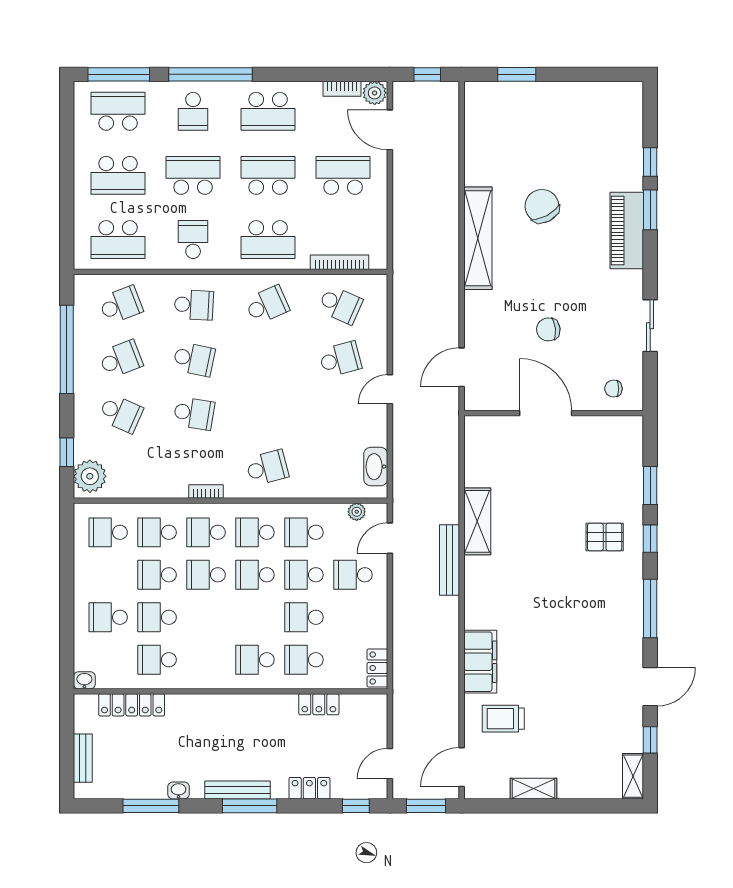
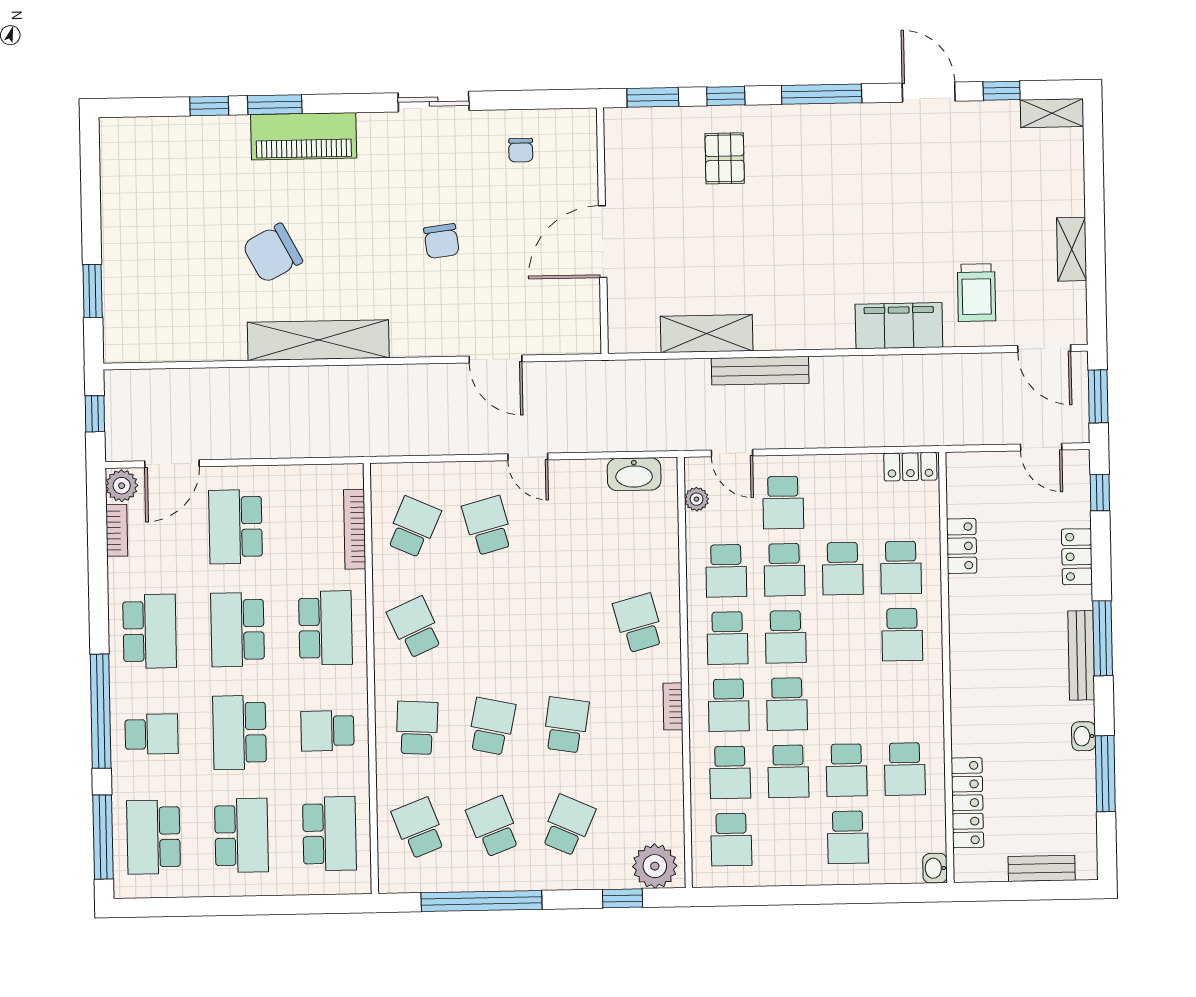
door: (546, 413) -> (603, 242), moved
wall: (554, 413) -> (602, 231), moved

